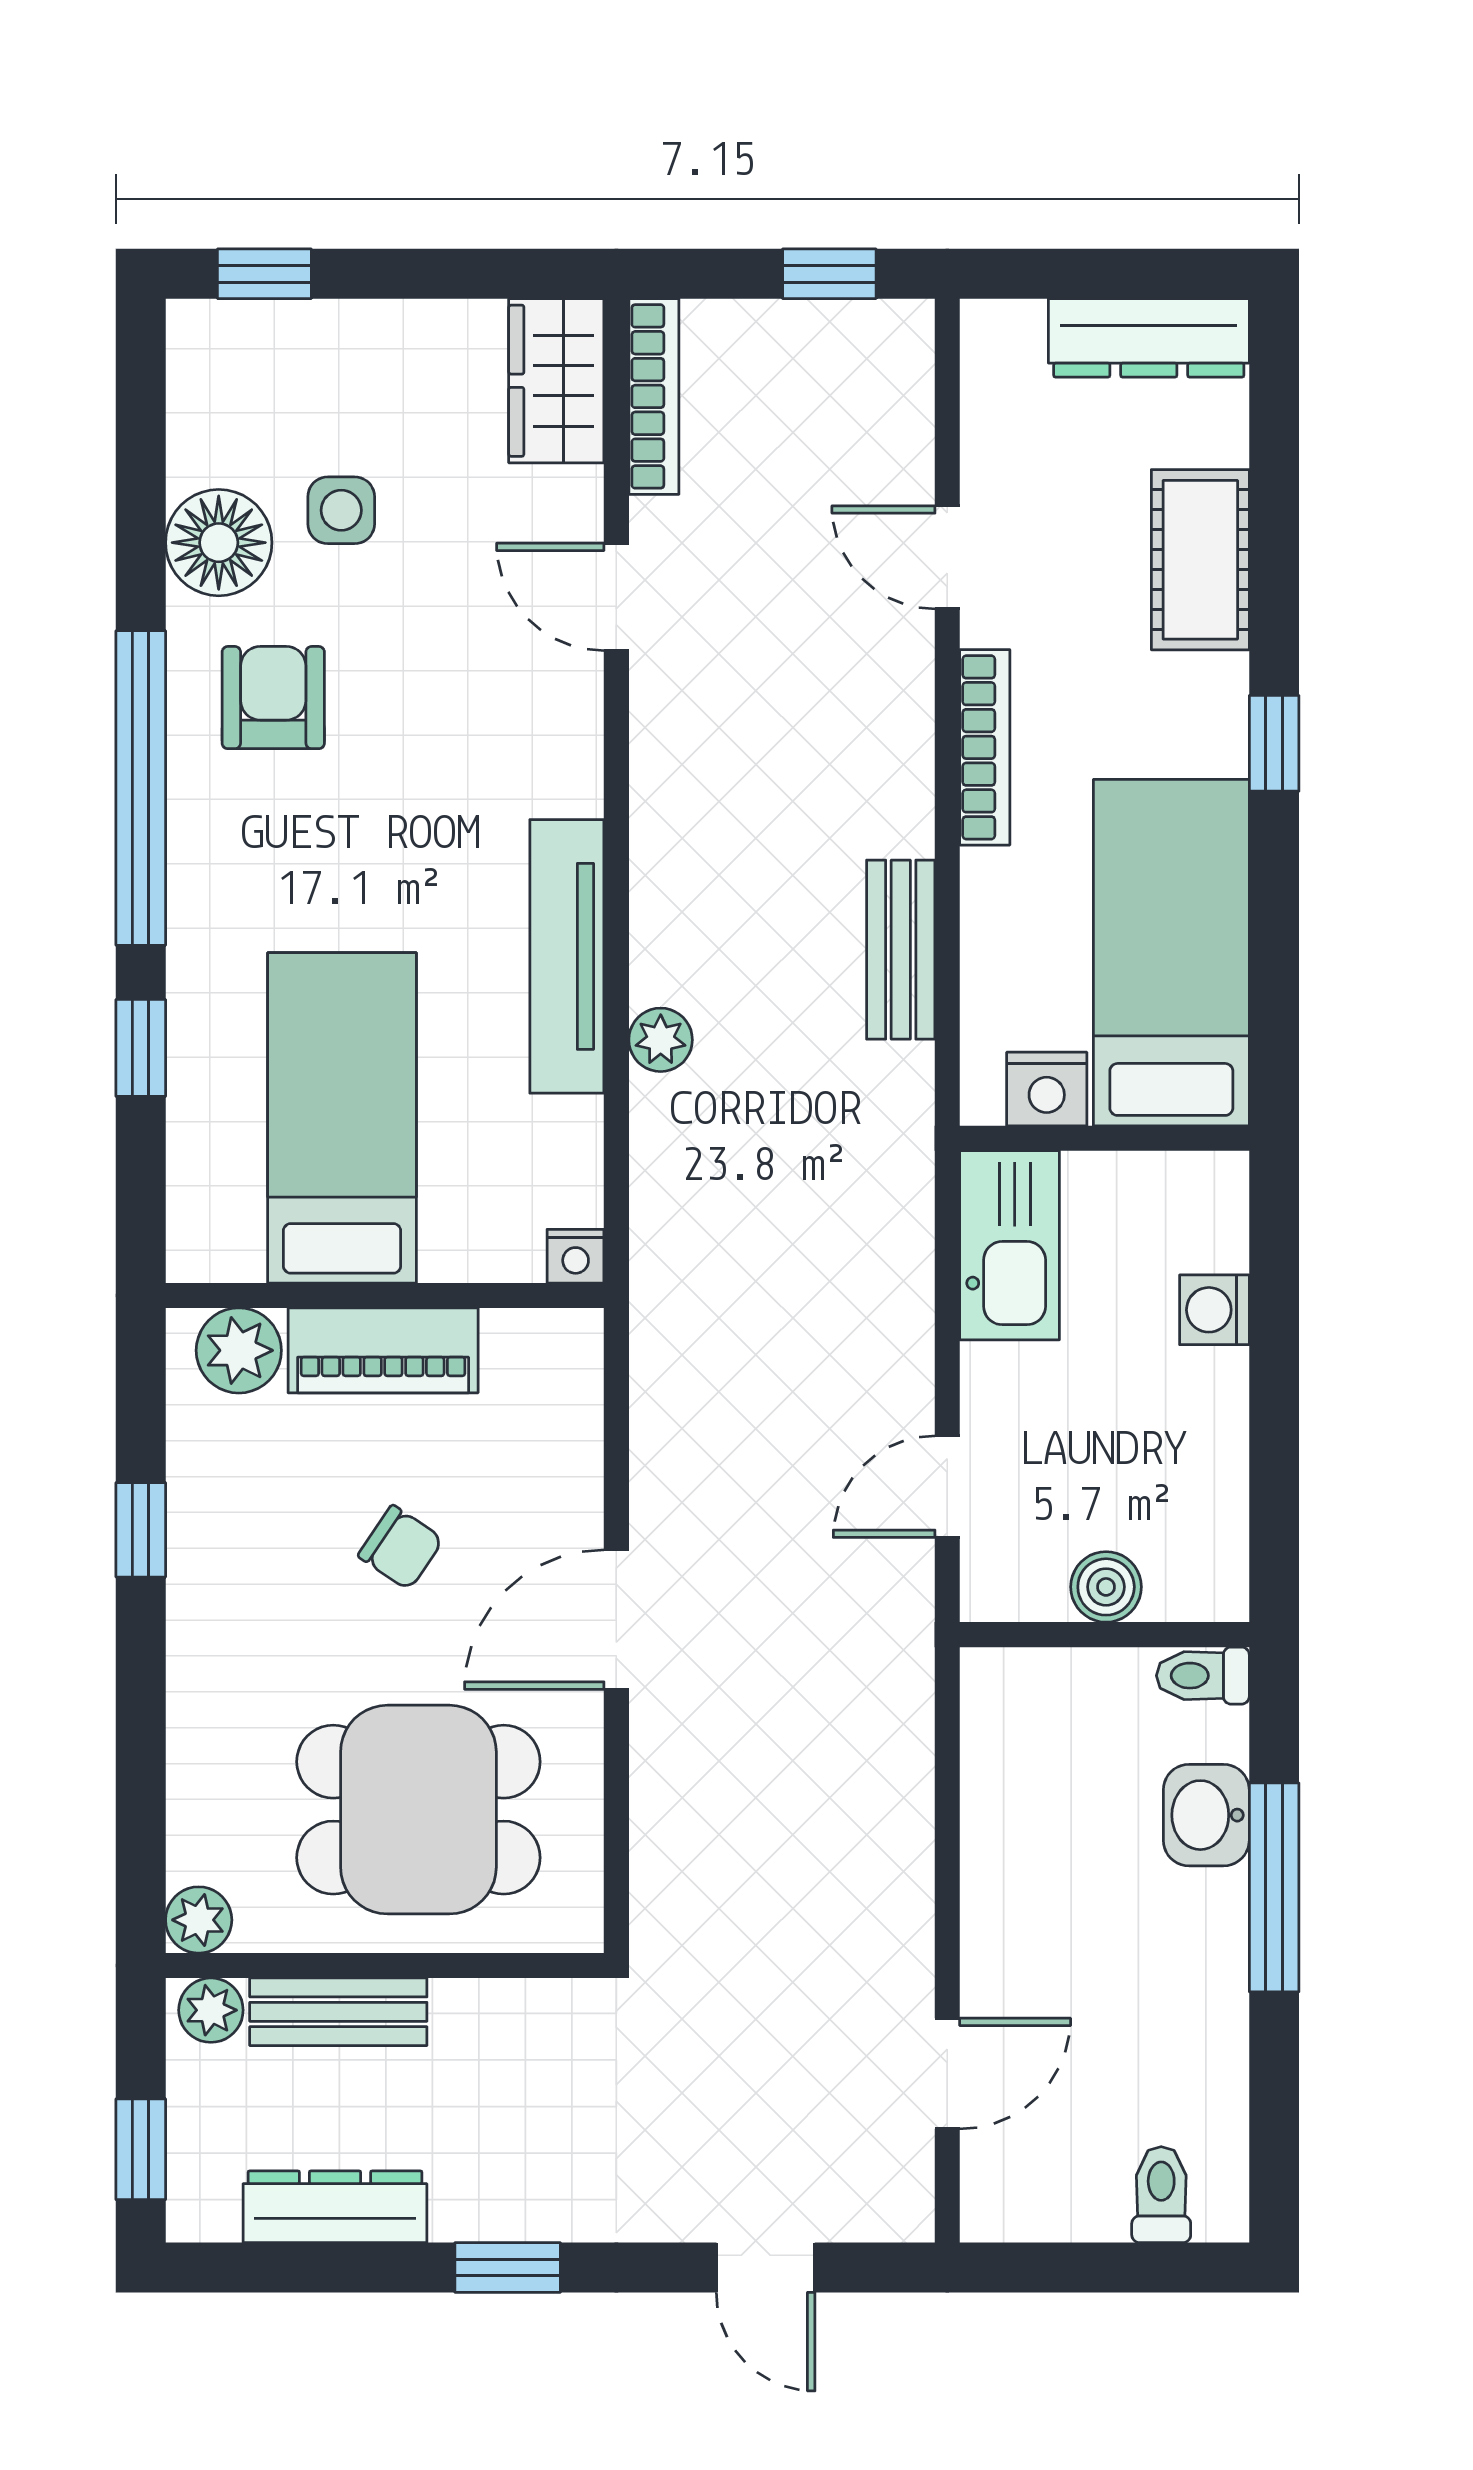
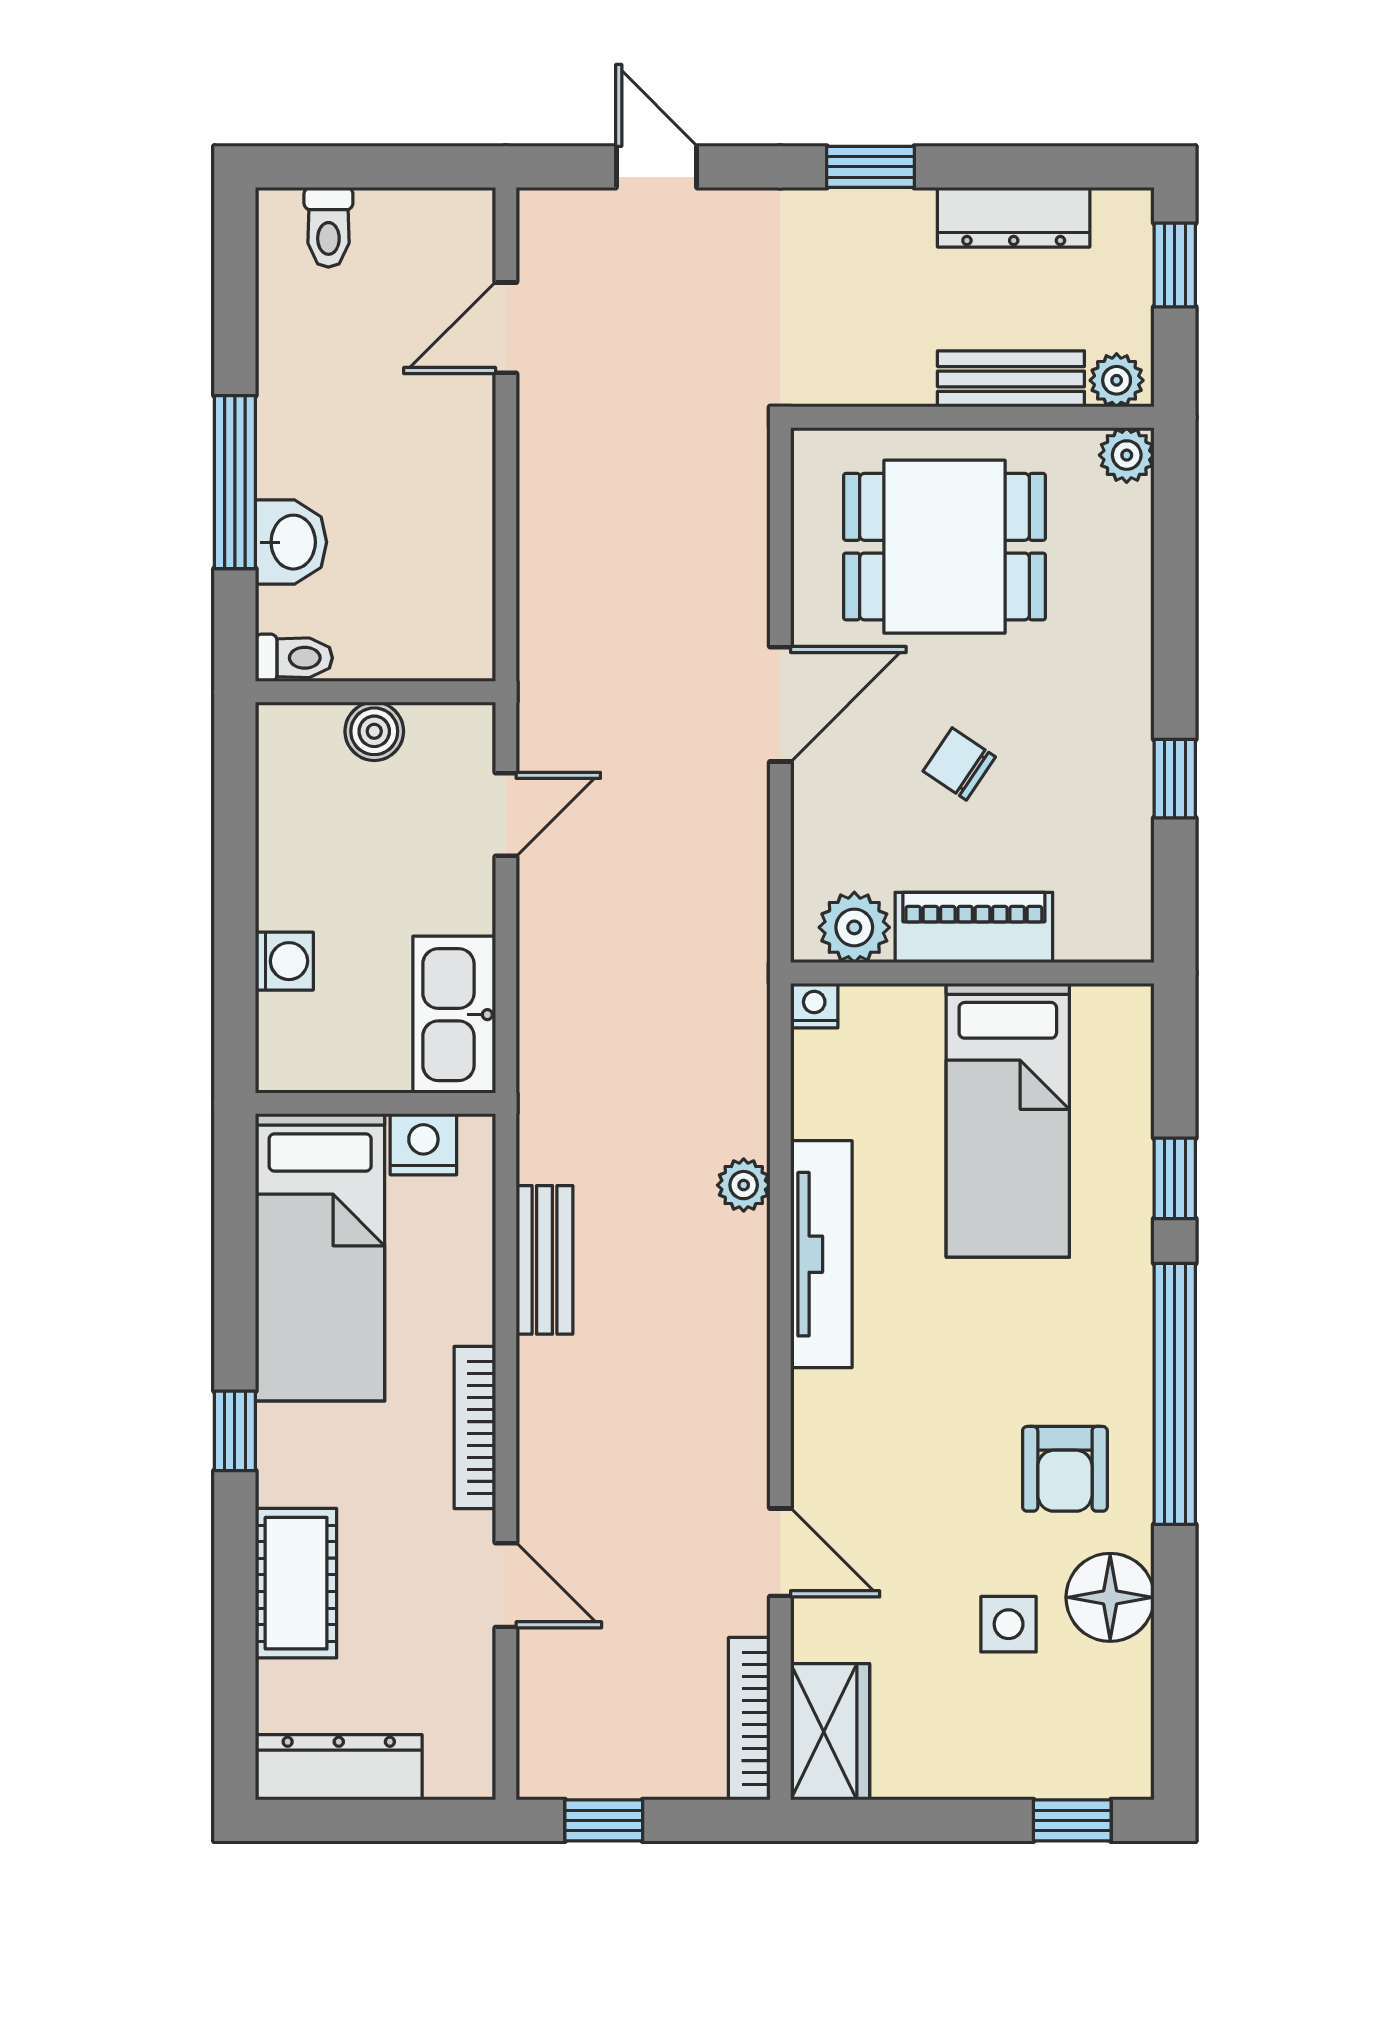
plant: (239, 1350) -> (854, 927), moved

